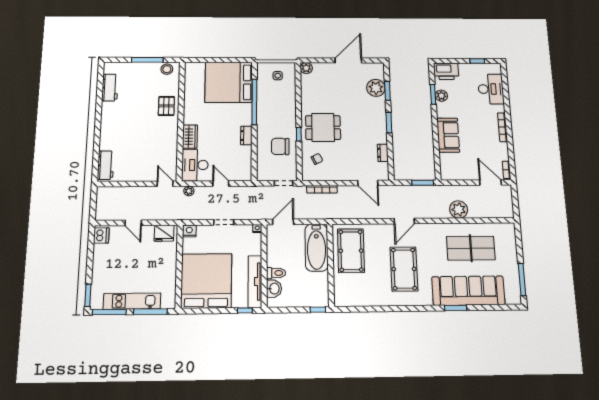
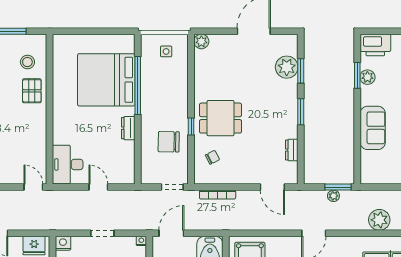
stool: (167, 69) -> (27, 62), moved
bed: (229, 82) -> (106, 80), moved
wardrobe: (190, 136) -> (61, 129), removed
plant: (189, 191) -> (333, 196), moved

